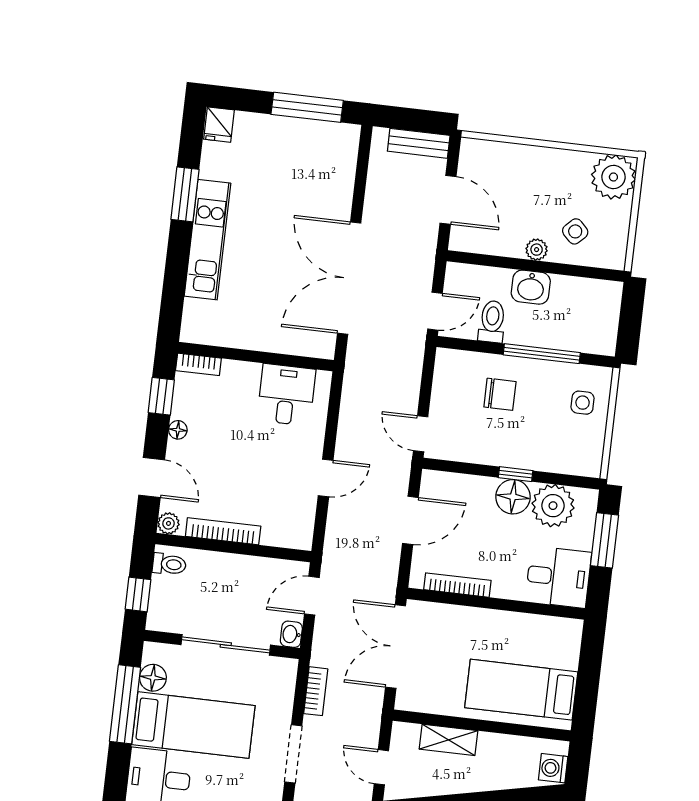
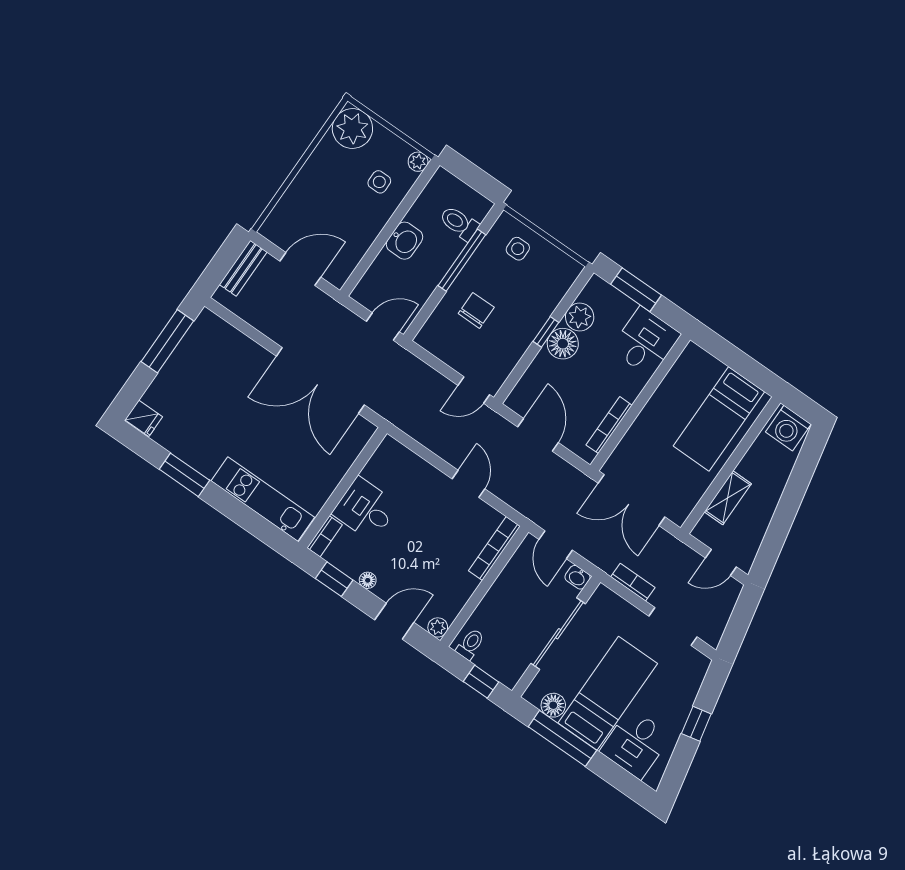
side table: (575, 231) -> (379, 182), turned 45
kitchen unit: (208, 240) -> (263, 499), moved
plant: (537, 250) -> (418, 162), moved
door: (435, 311) -> (383, 327), hinge flipped
toilet: (492, 322) -> (459, 223), moved
desk: (286, 395) -> (365, 509), moved
plant: (553, 506) -> (580, 317), width x0.73, depth x0.73
bookcase: (223, 531) -> (494, 548), moved
washing machine: (553, 768) -> (788, 428), width x1.38, depth x1.38

